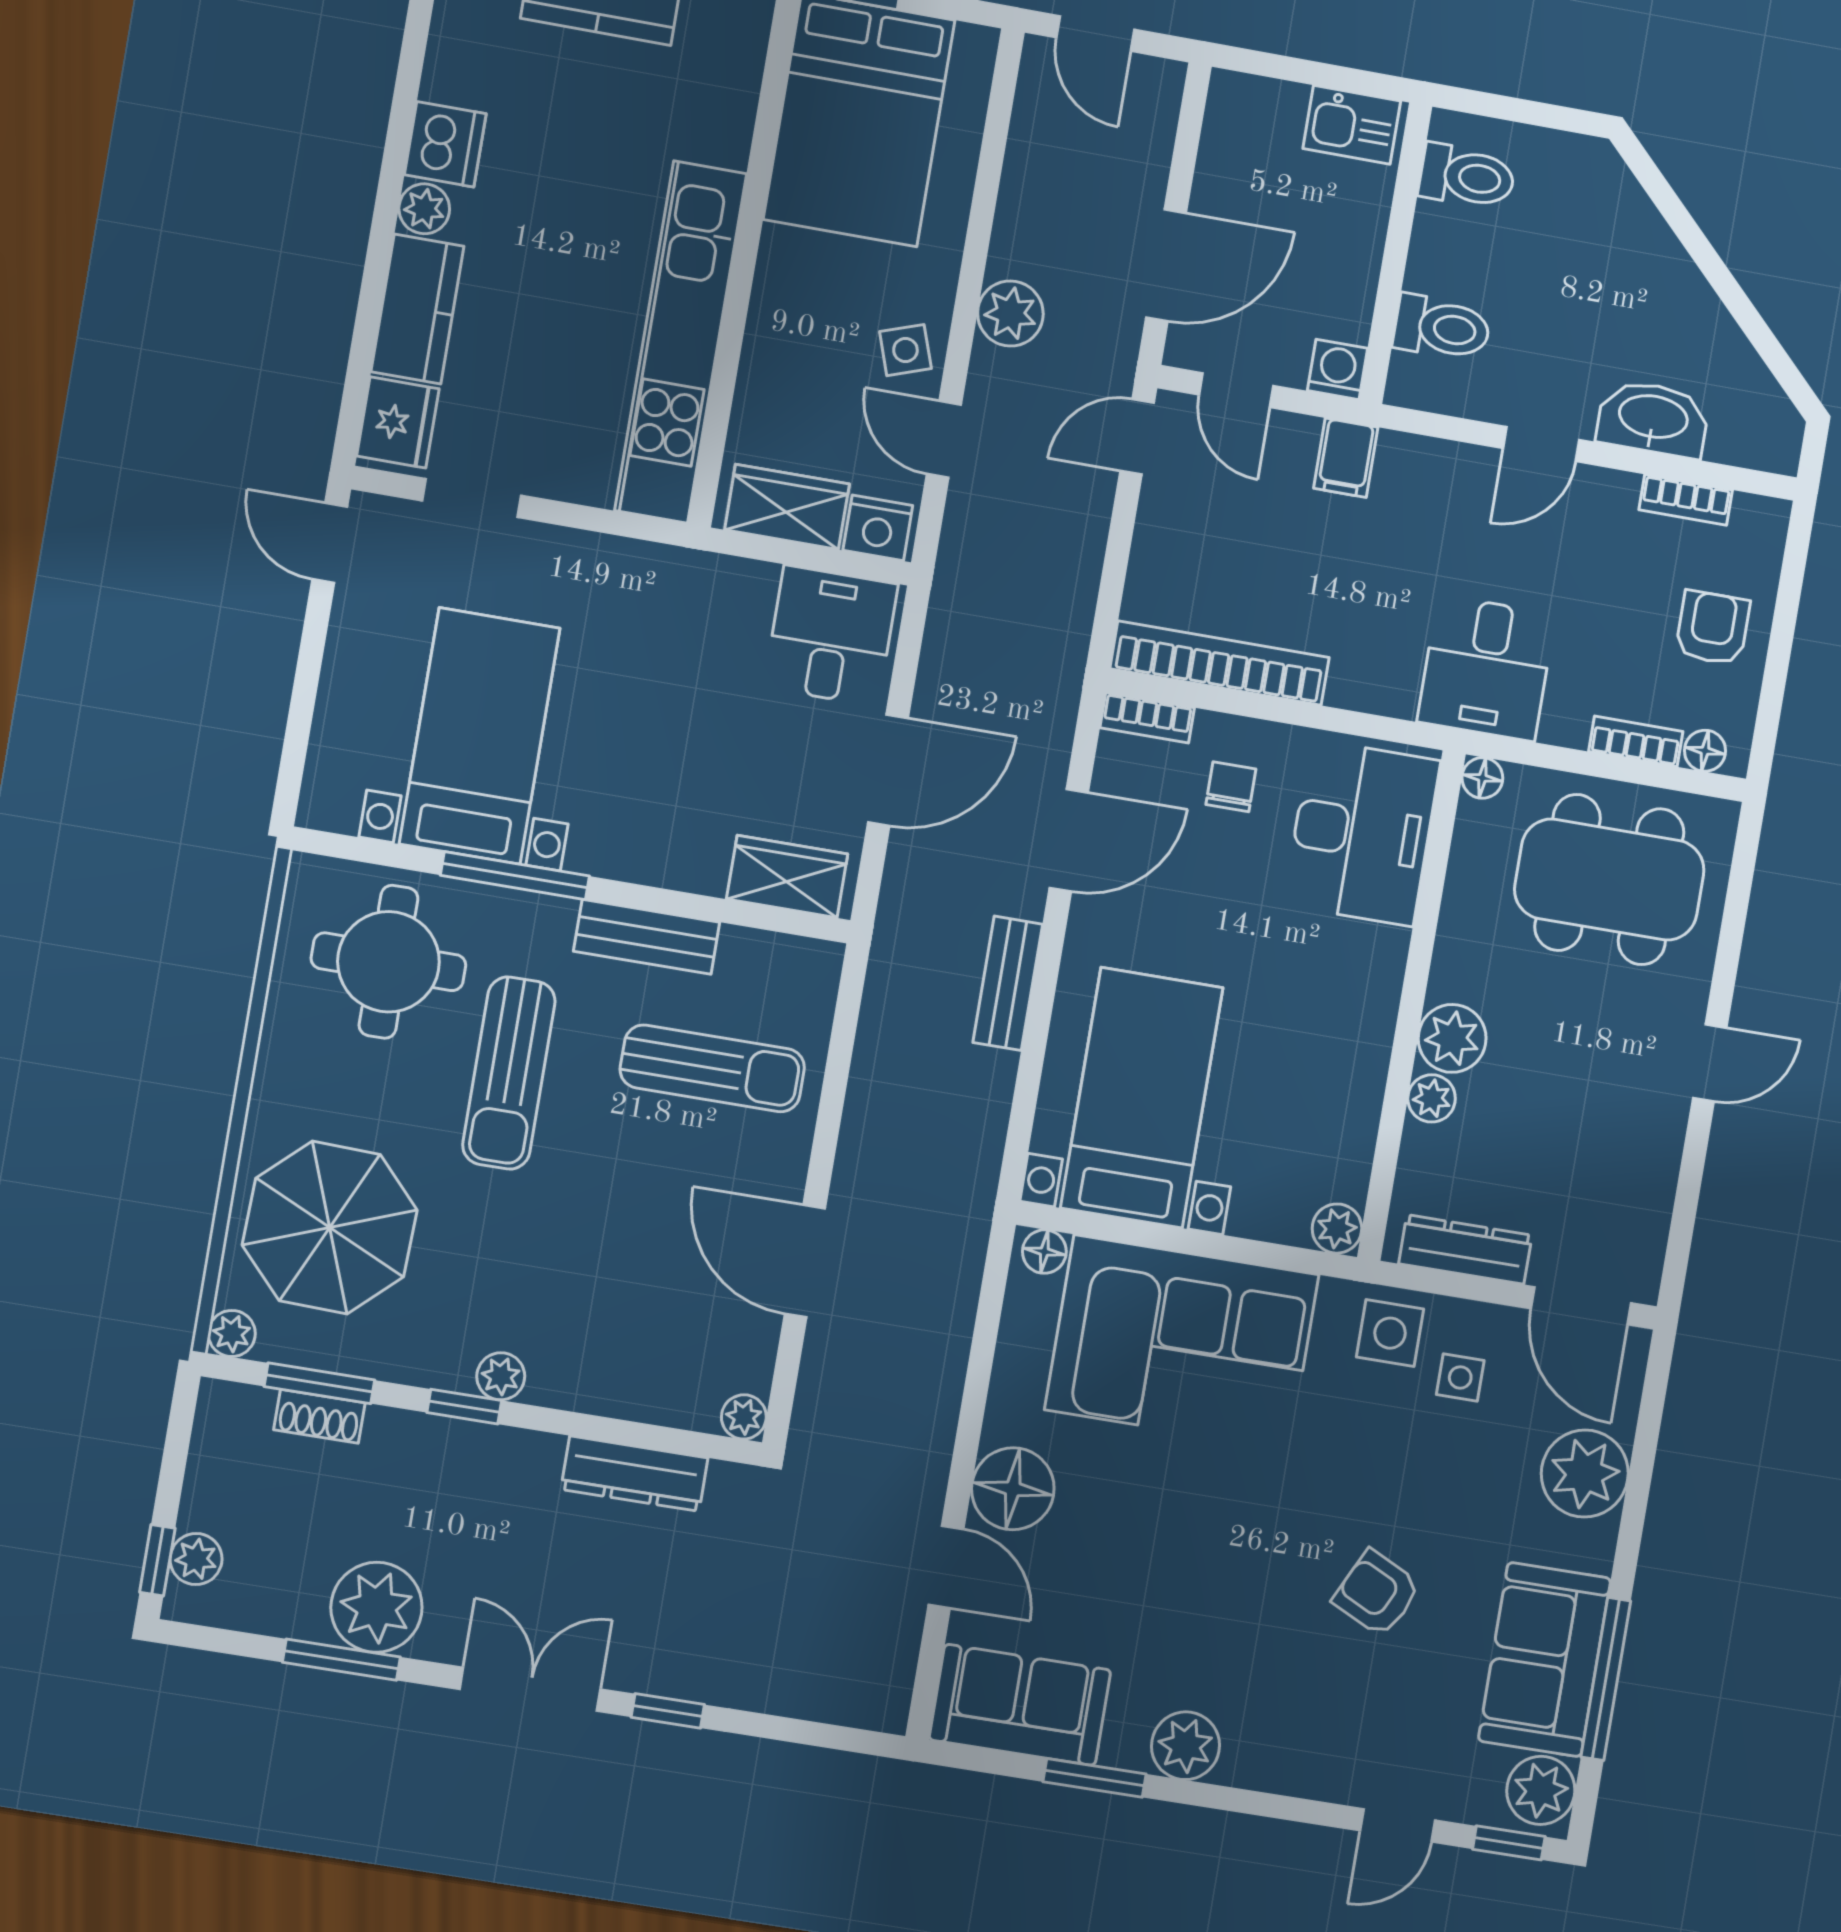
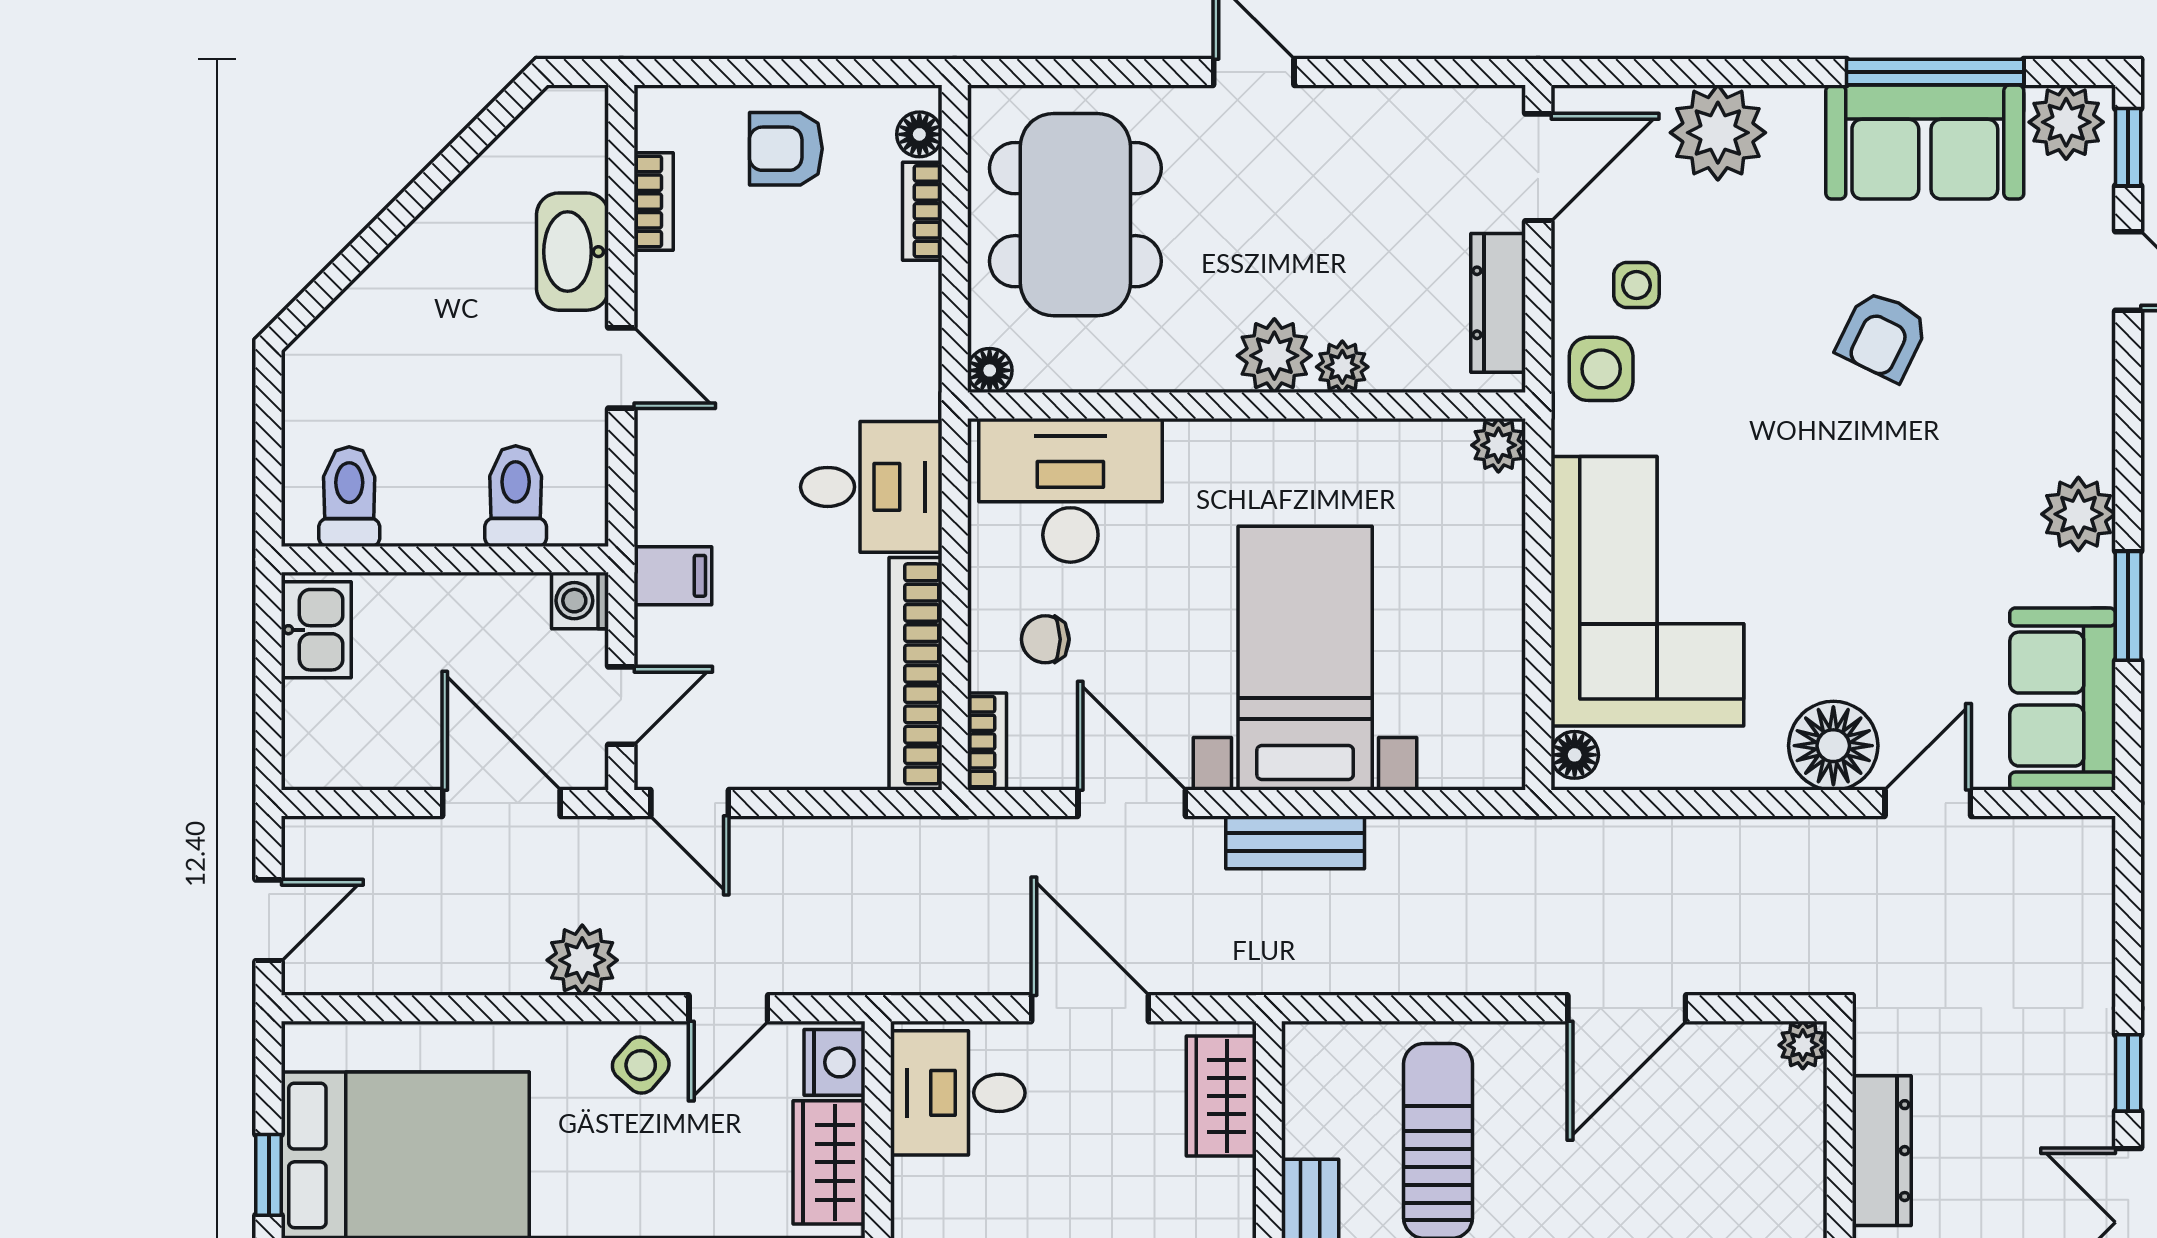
side table: (905, 350) -> (641, 1065), turned -30
desk: (1486, 668) -> (871, 487), moved
bed with nightstands: (1142, 1098) -> (1305, 658), moved, turned 90

